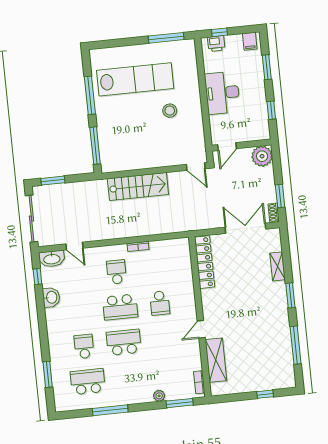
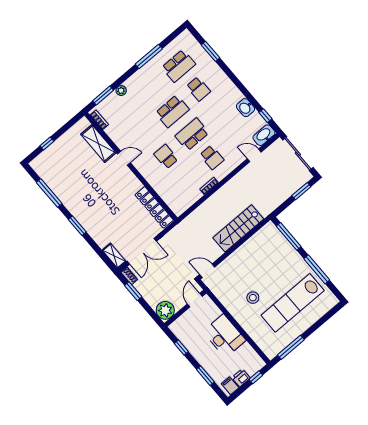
printer: (216, 44) -> (241, 378), moved
shelving: (277, 266) -> (114, 256), moved
door: (201, 329) -> (124, 158), hinge flipped

